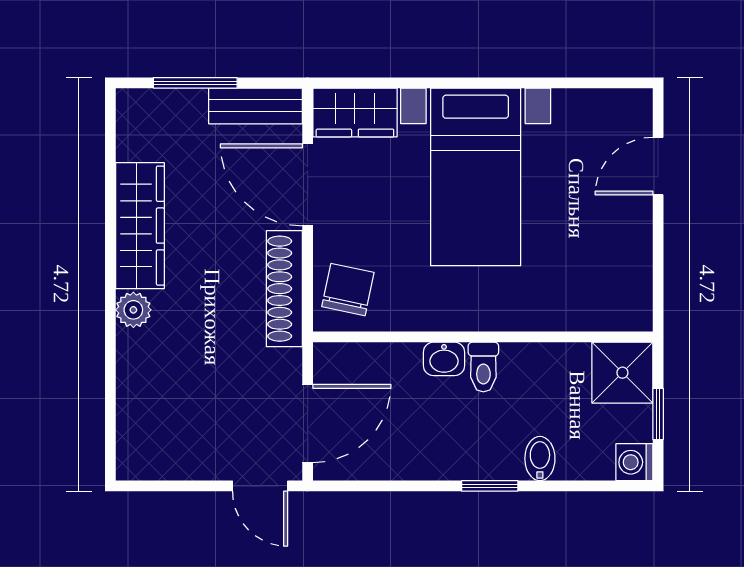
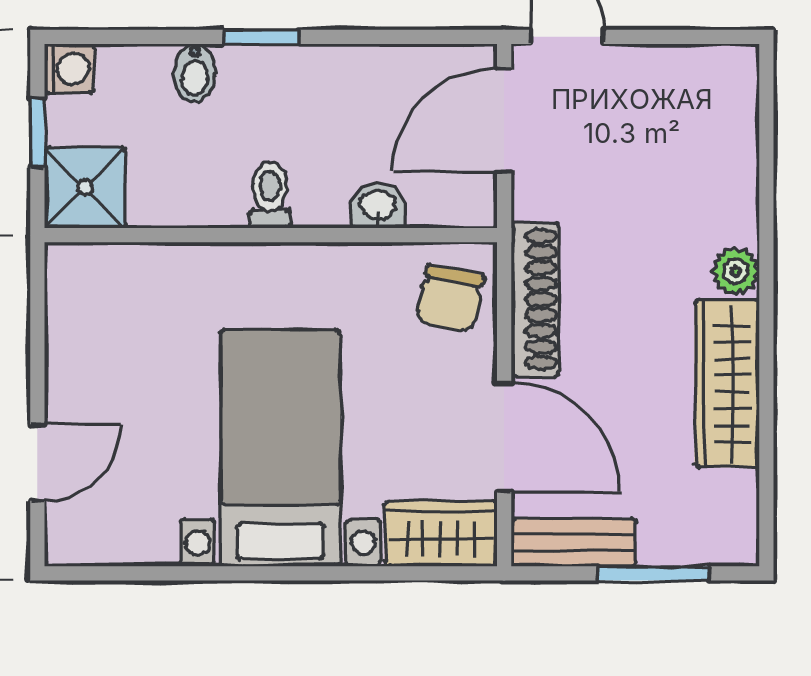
washbasin: (444, 359) -> (378, 206), moved

